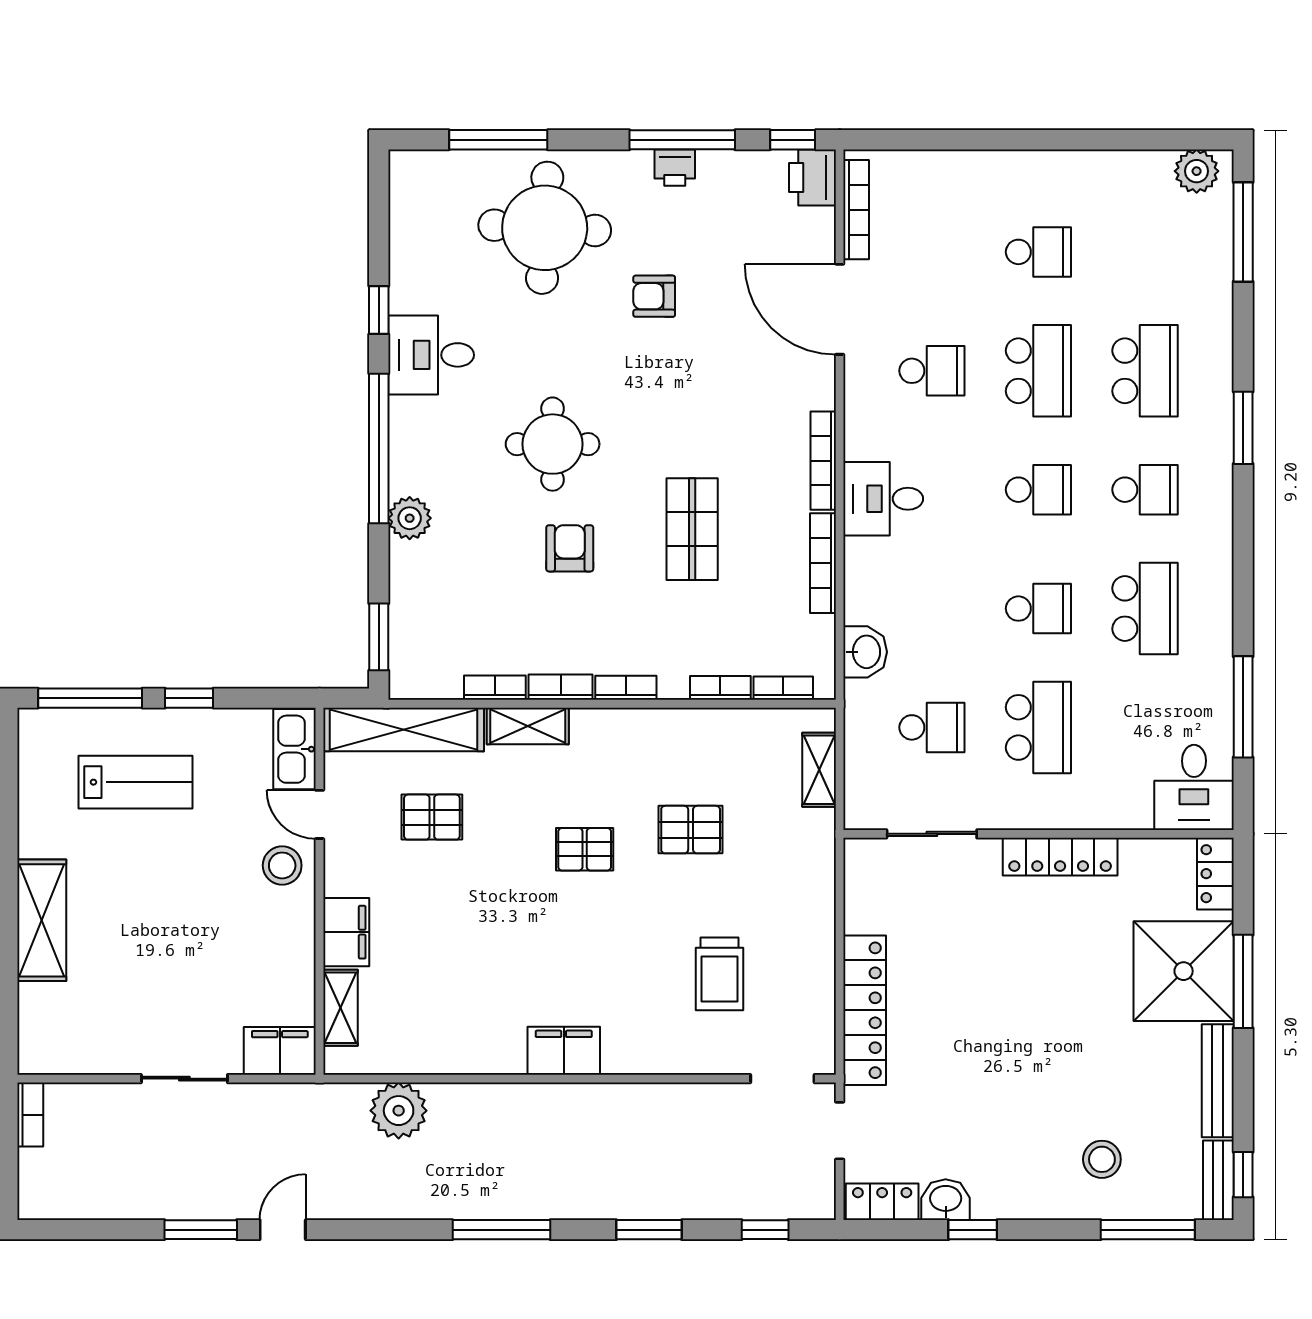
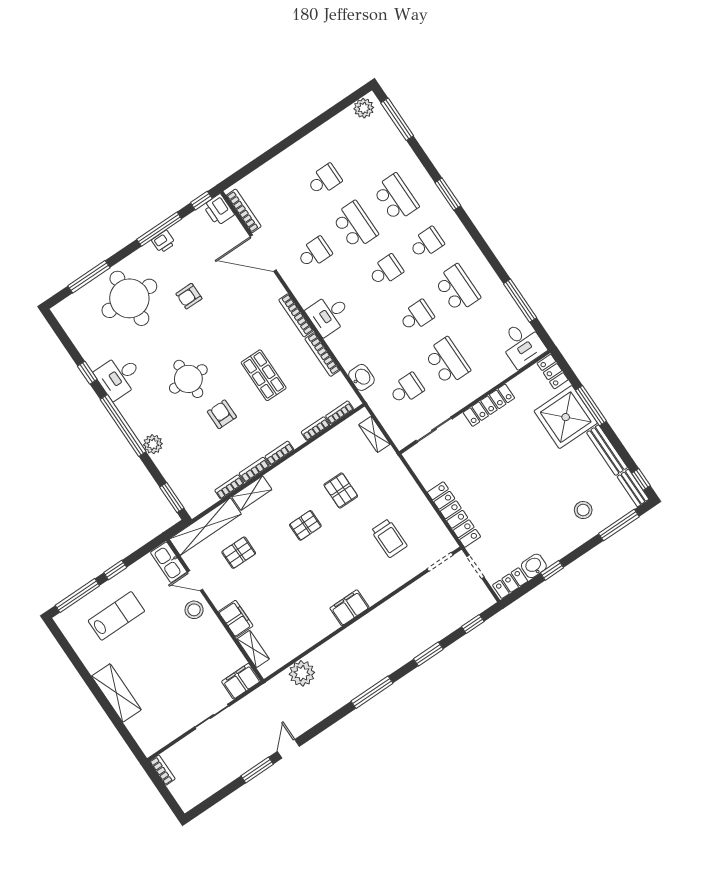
pallet: (691, 830) -> (341, 490), turned 90

